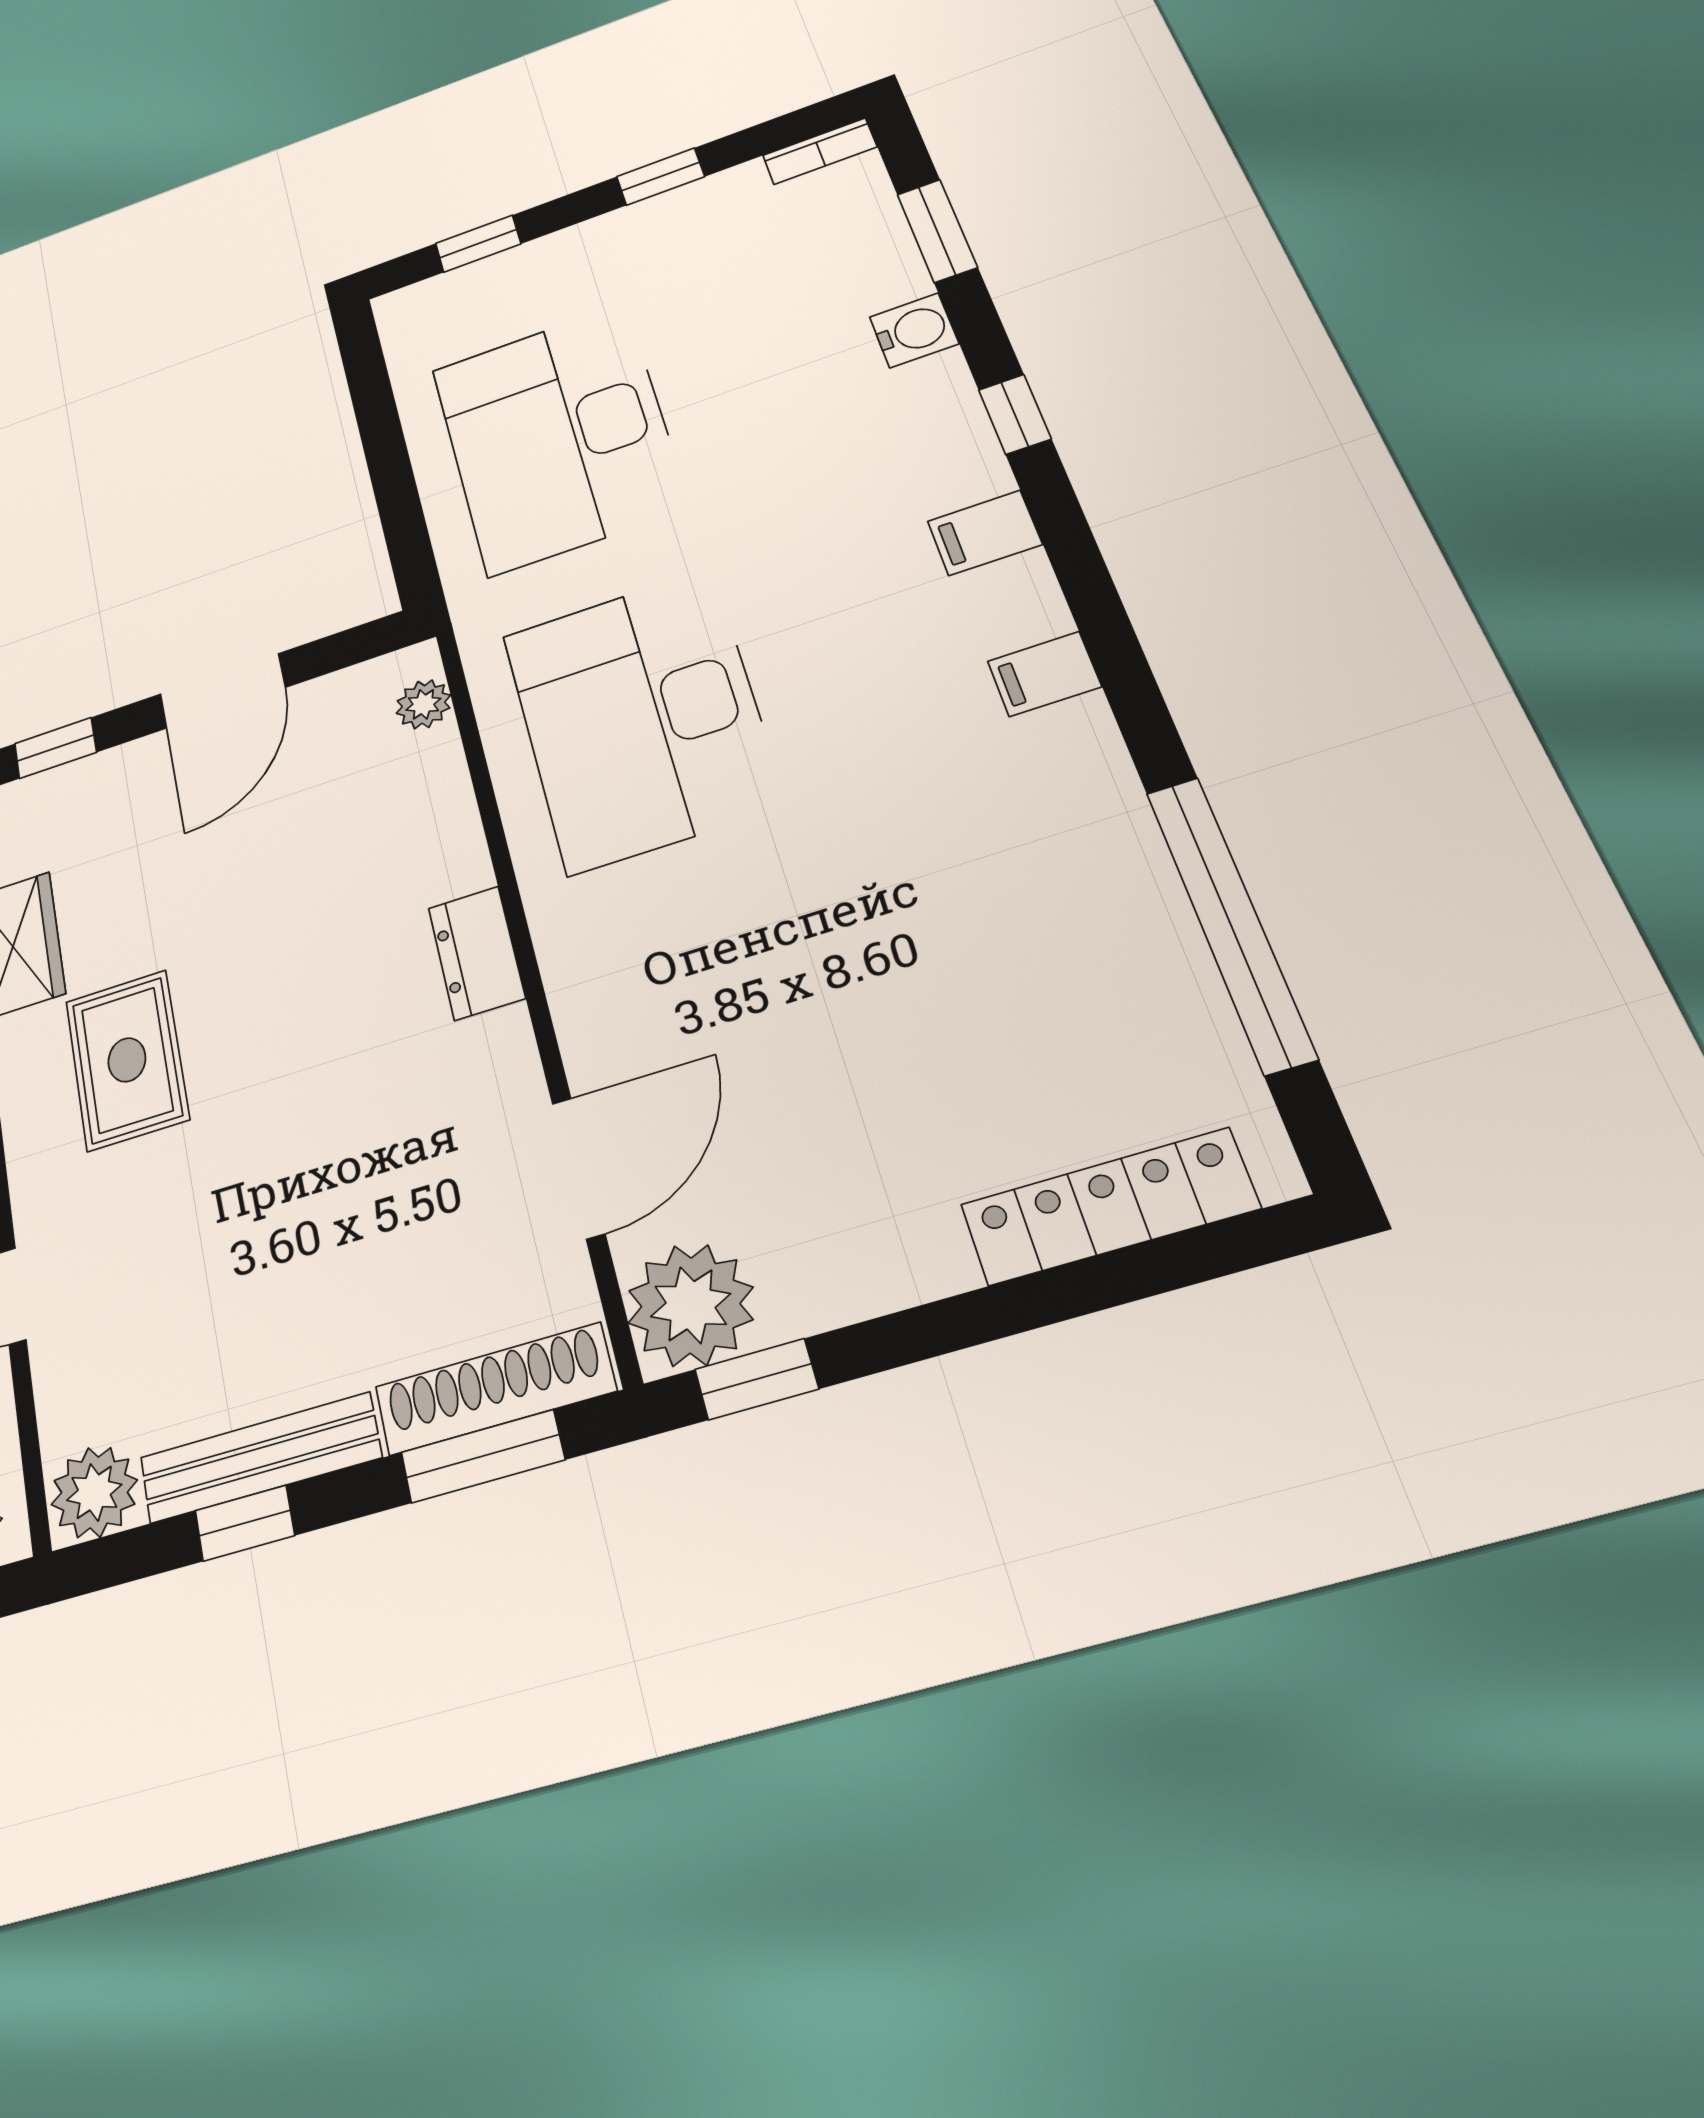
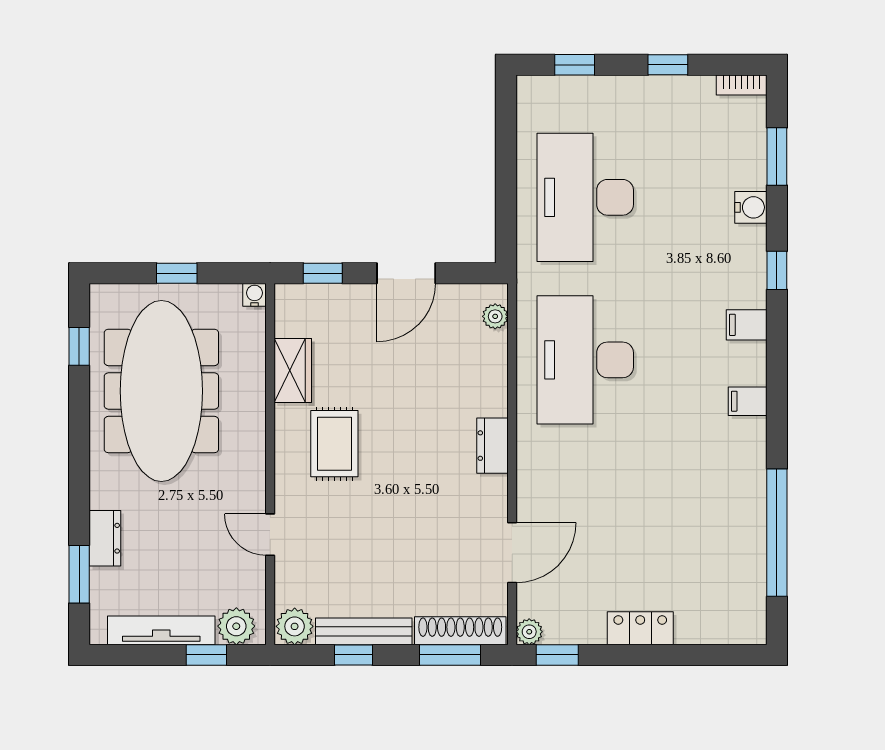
locker: (1109, 1207) -> (640, 628), moved, width x0.66
plant: (691, 1305) -> (529, 632), width x0.53, depth x0.53

